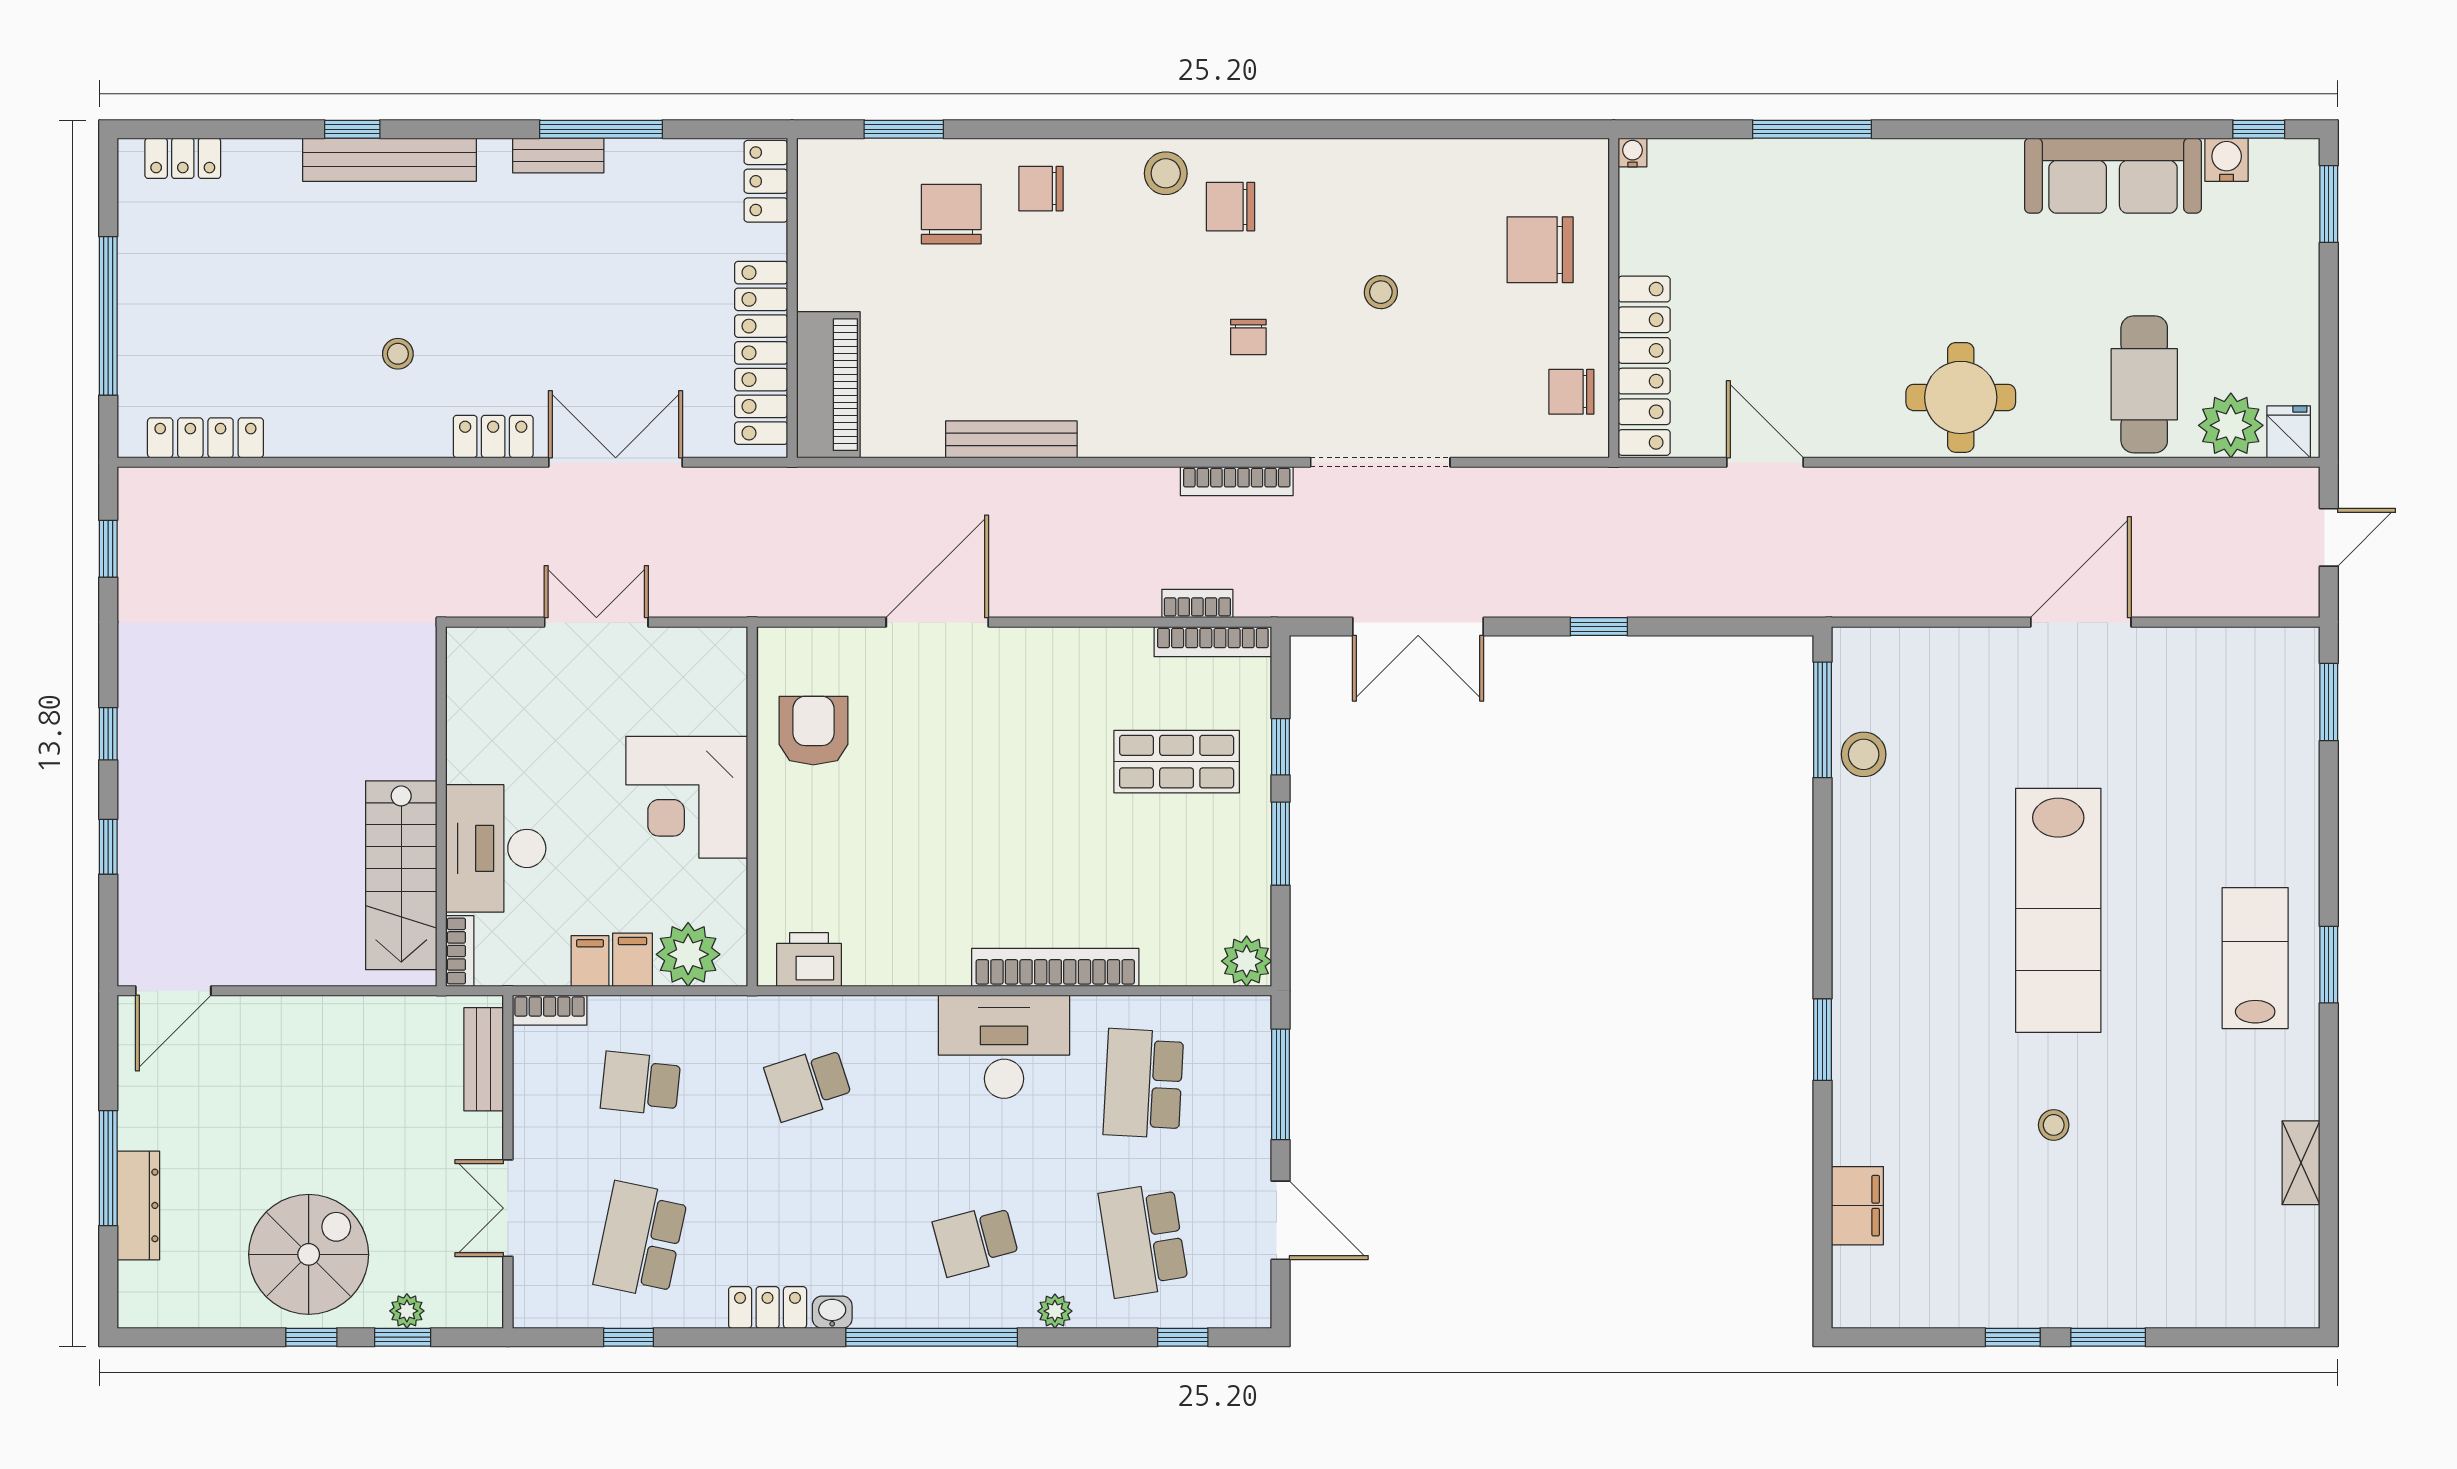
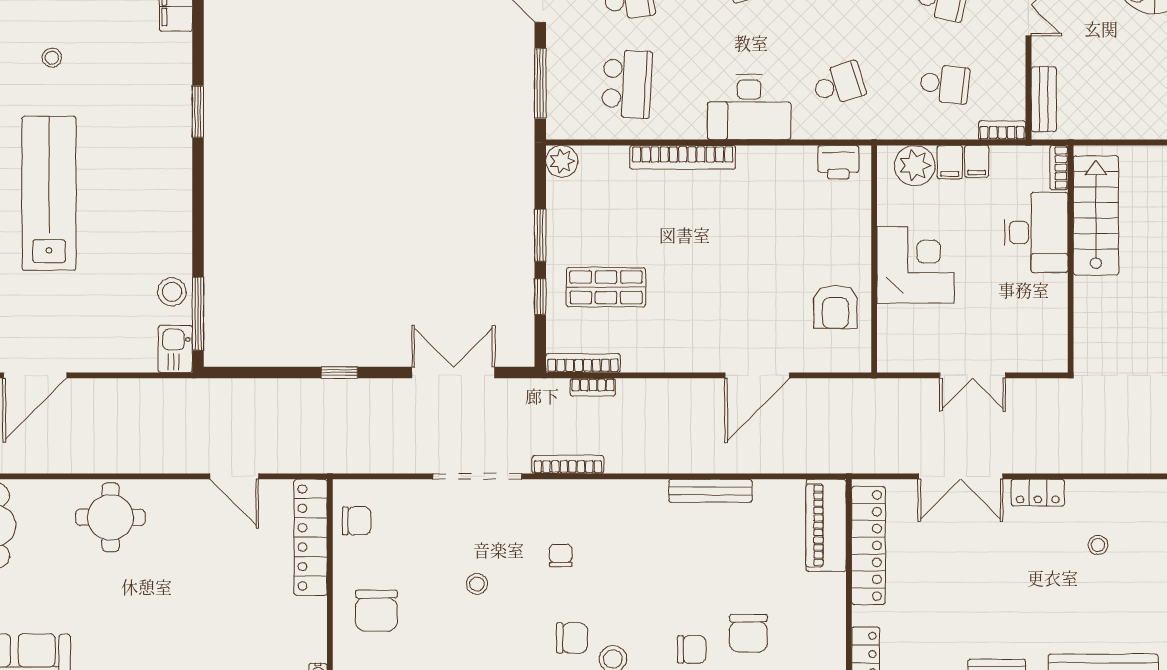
chair: (1540, 250) -> (376, 611), turned 90
kitchen sink: (1858, 664) -> (175, 349), added
desk: (1004, 1047) -> (749, 107), moved

